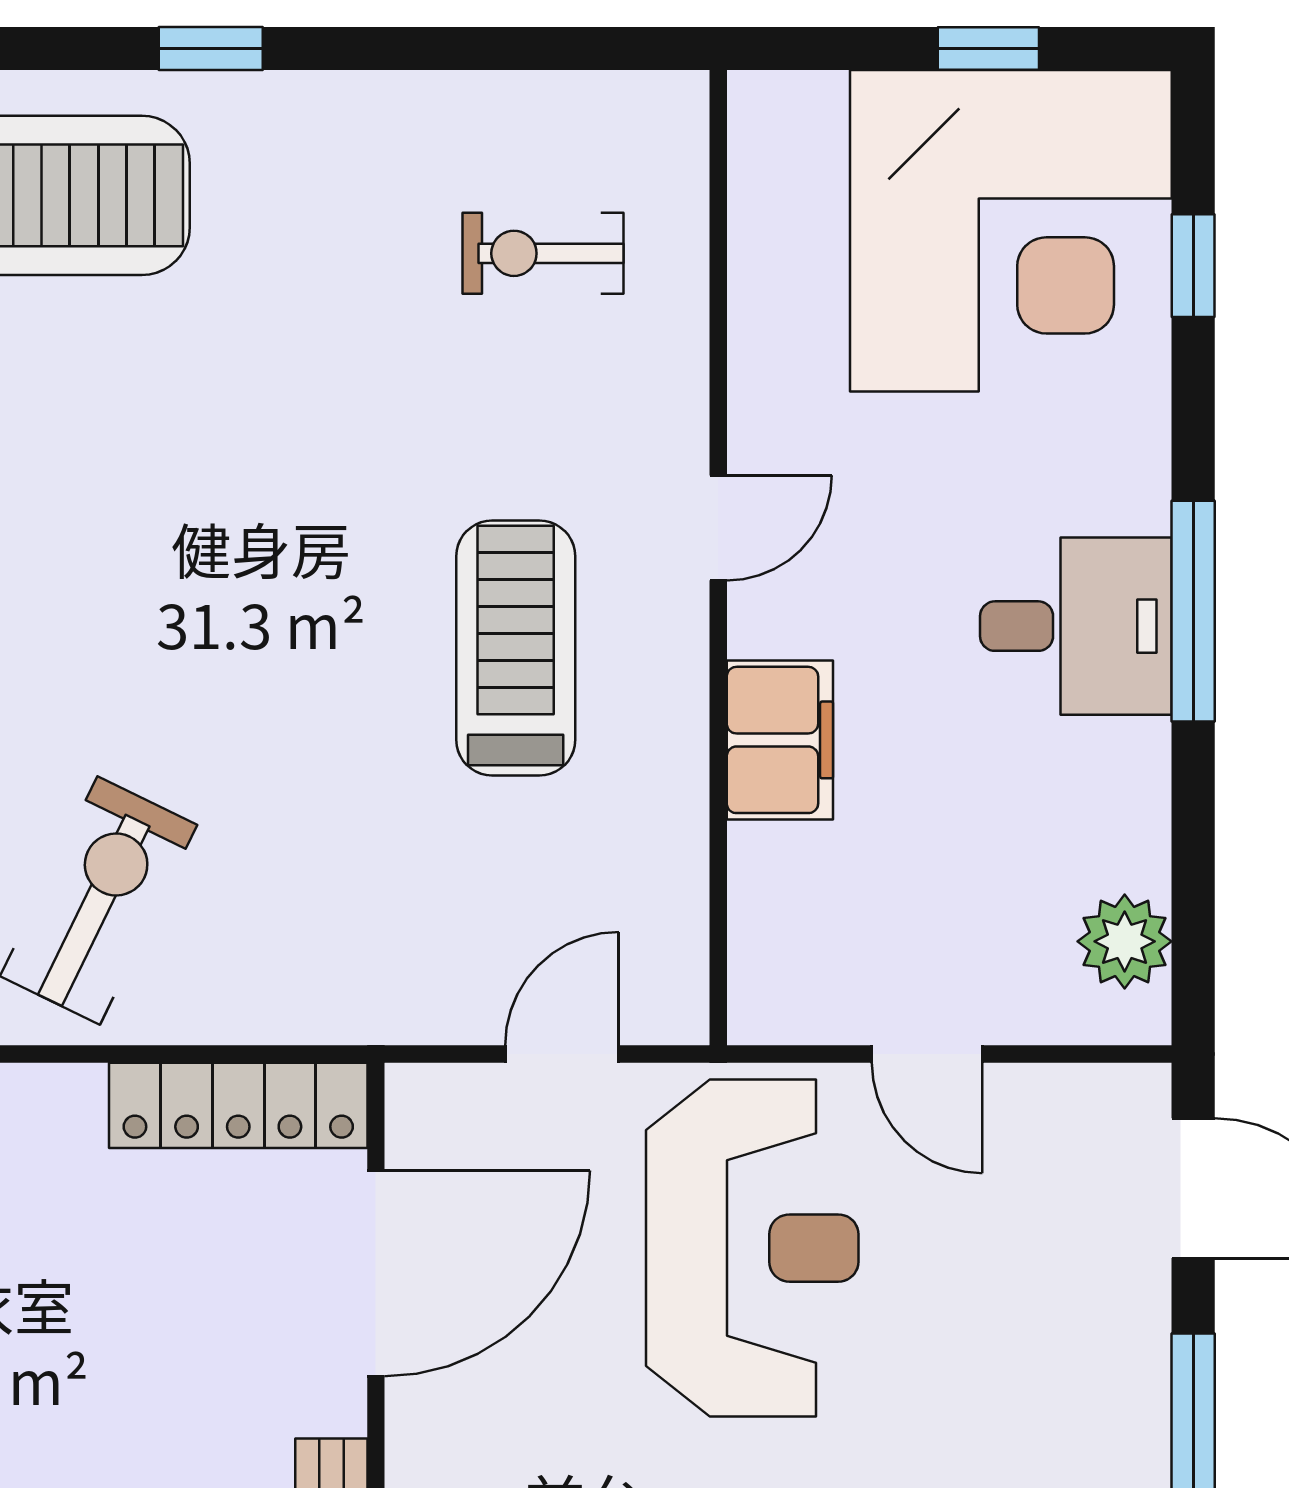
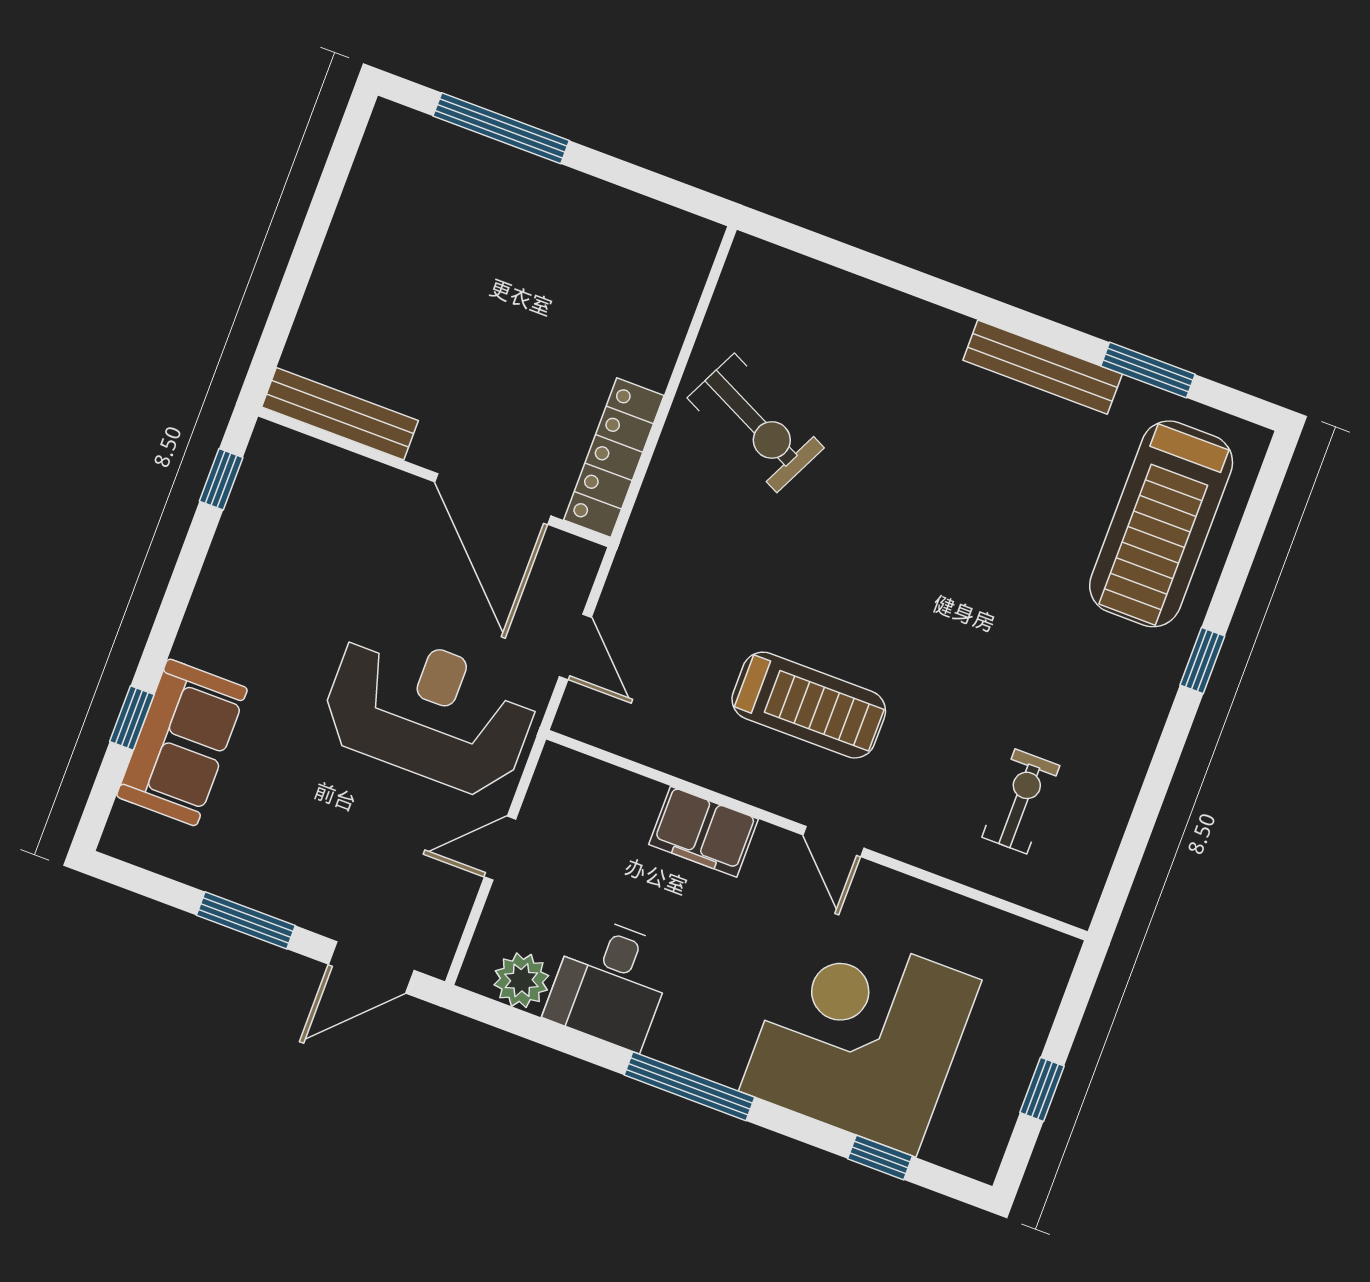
corner desk: (1011, 231) -> (860, 1036), moved, turned 90
desk: (1076, 626) -> (610, 983), moved
reception desk: (752, 1248) -> (429, 712), turned 180

